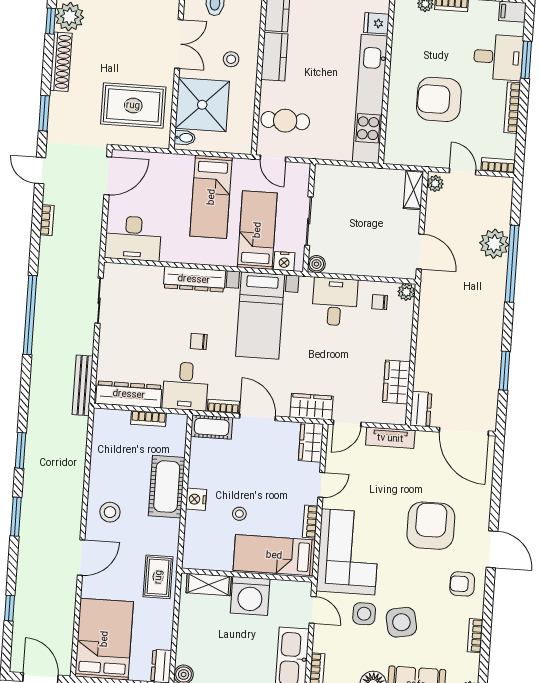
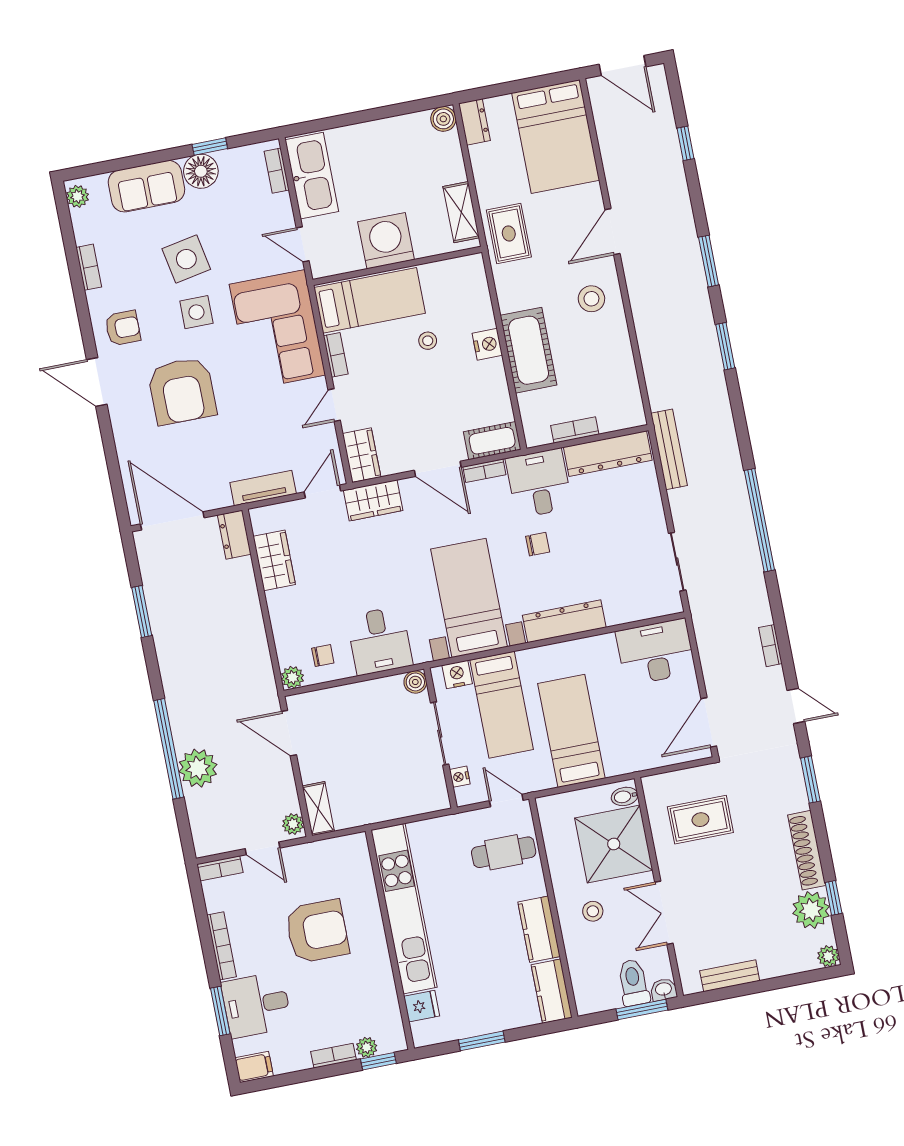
rug: (133, 105) -> (700, 820), width x0.73, depth x0.70
nightstand: (303, 185) -> (460, 777), added
shelving: (209, 584) -> (461, 212), moved, turned 90
side table: (364, 614) -> (196, 312), moved

